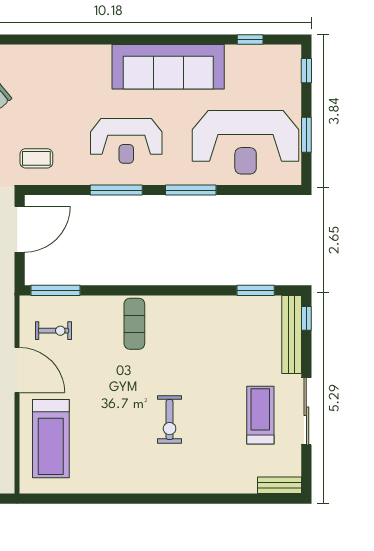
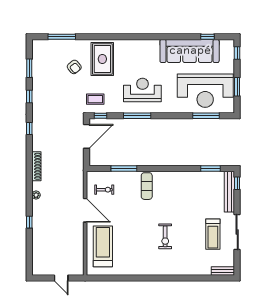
sofa: (168, 67) -> (190, 51), moved
rug: (50, 82) -> (102, 59), added
reception desk: (126, 141) -> (142, 90), turned 180
window: (46, 190) -> (100, 116), added
window: (191, 190) -> (206, 116), moved
window: (56, 290) -> (124, 168), moved
treadmill: (260, 415) -> (213, 234), turned 180
treadmill: (51, 439) -> (103, 246), turned 180

